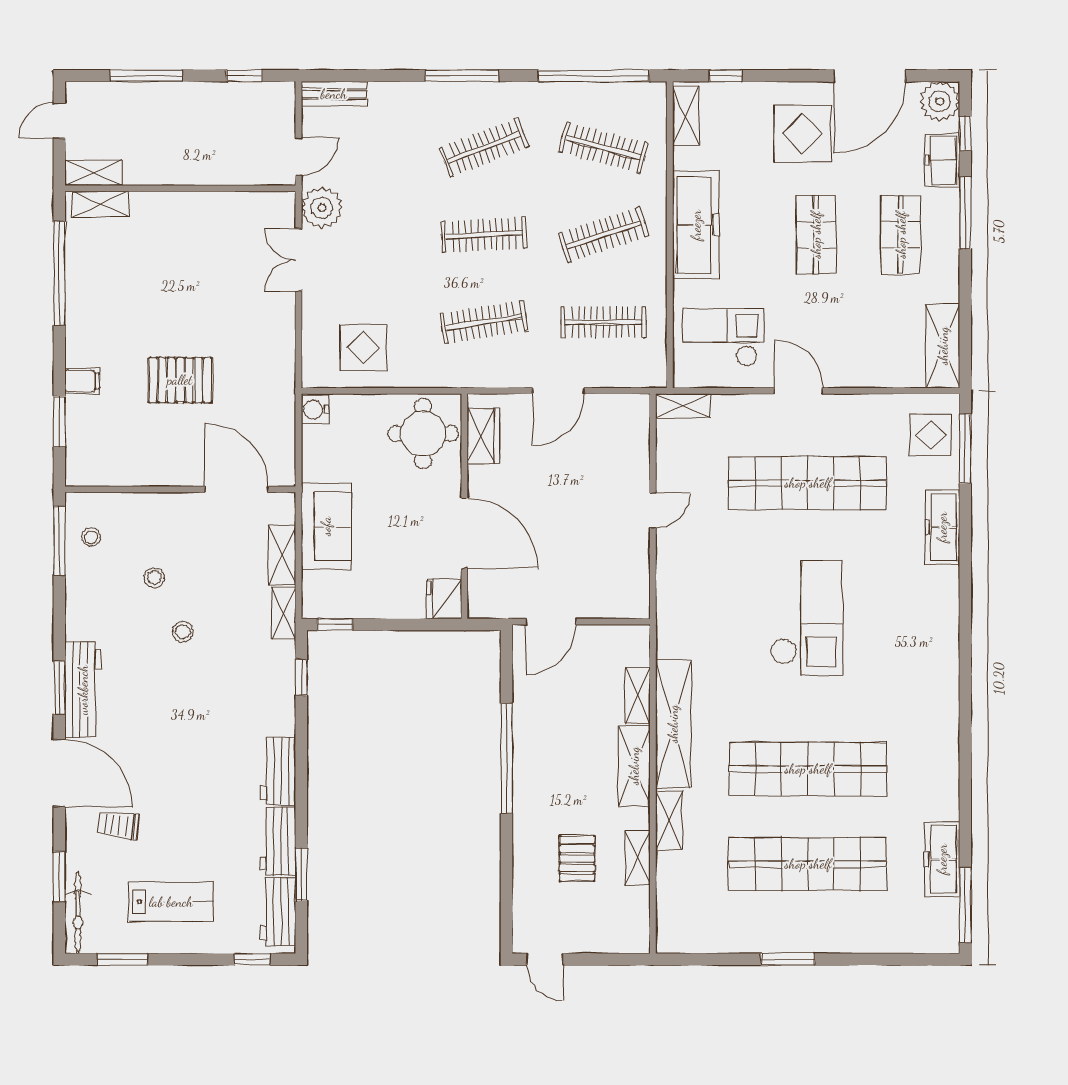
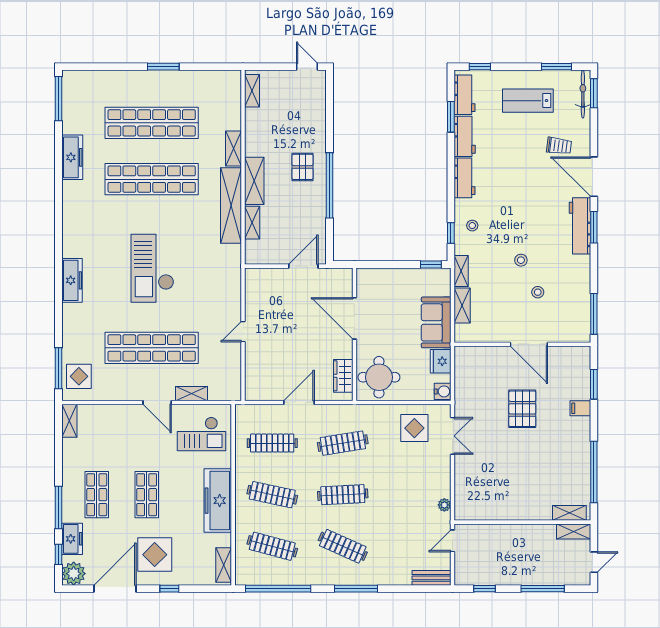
window: (726, 76) -> (169, 589), moved
clothes rail: (484, 147) -> (343, 546), turned 45
plant: (322, 208) -> (444, 505), width x0.53, depth x0.53
clothes rail: (604, 235) -> (272, 495), turned 30
double door: (298, 260) -> (453, 436), moved
shelving: (943, 346) -> (69, 421), width x0.67, depth x0.75
pallet: (180, 380) -> (522, 409), turned 90
shelving: (683, 406) -> (192, 394), moved
door: (237, 489) -> (529, 344), moved
freezer: (942, 527) -> (72, 280), moved
stool: (91, 537) -> (472, 226), moved
fridge: (444, 599) -> (441, 361), moved, turned 180
pallet: (577, 858) -> (303, 167), moved
shelving: (638, 858) -> (252, 91), moved
freezer: (942, 859) -> (72, 157), moved
window: (59, 877) -> (594, 93), moved

